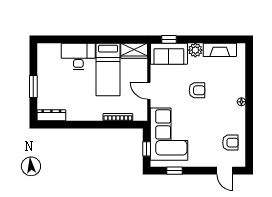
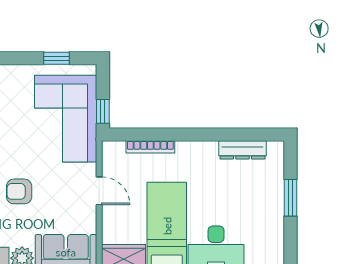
dresser: (51, 115) -> (242, 150), moved
window: (147, 149) -> (103, 111), moved

